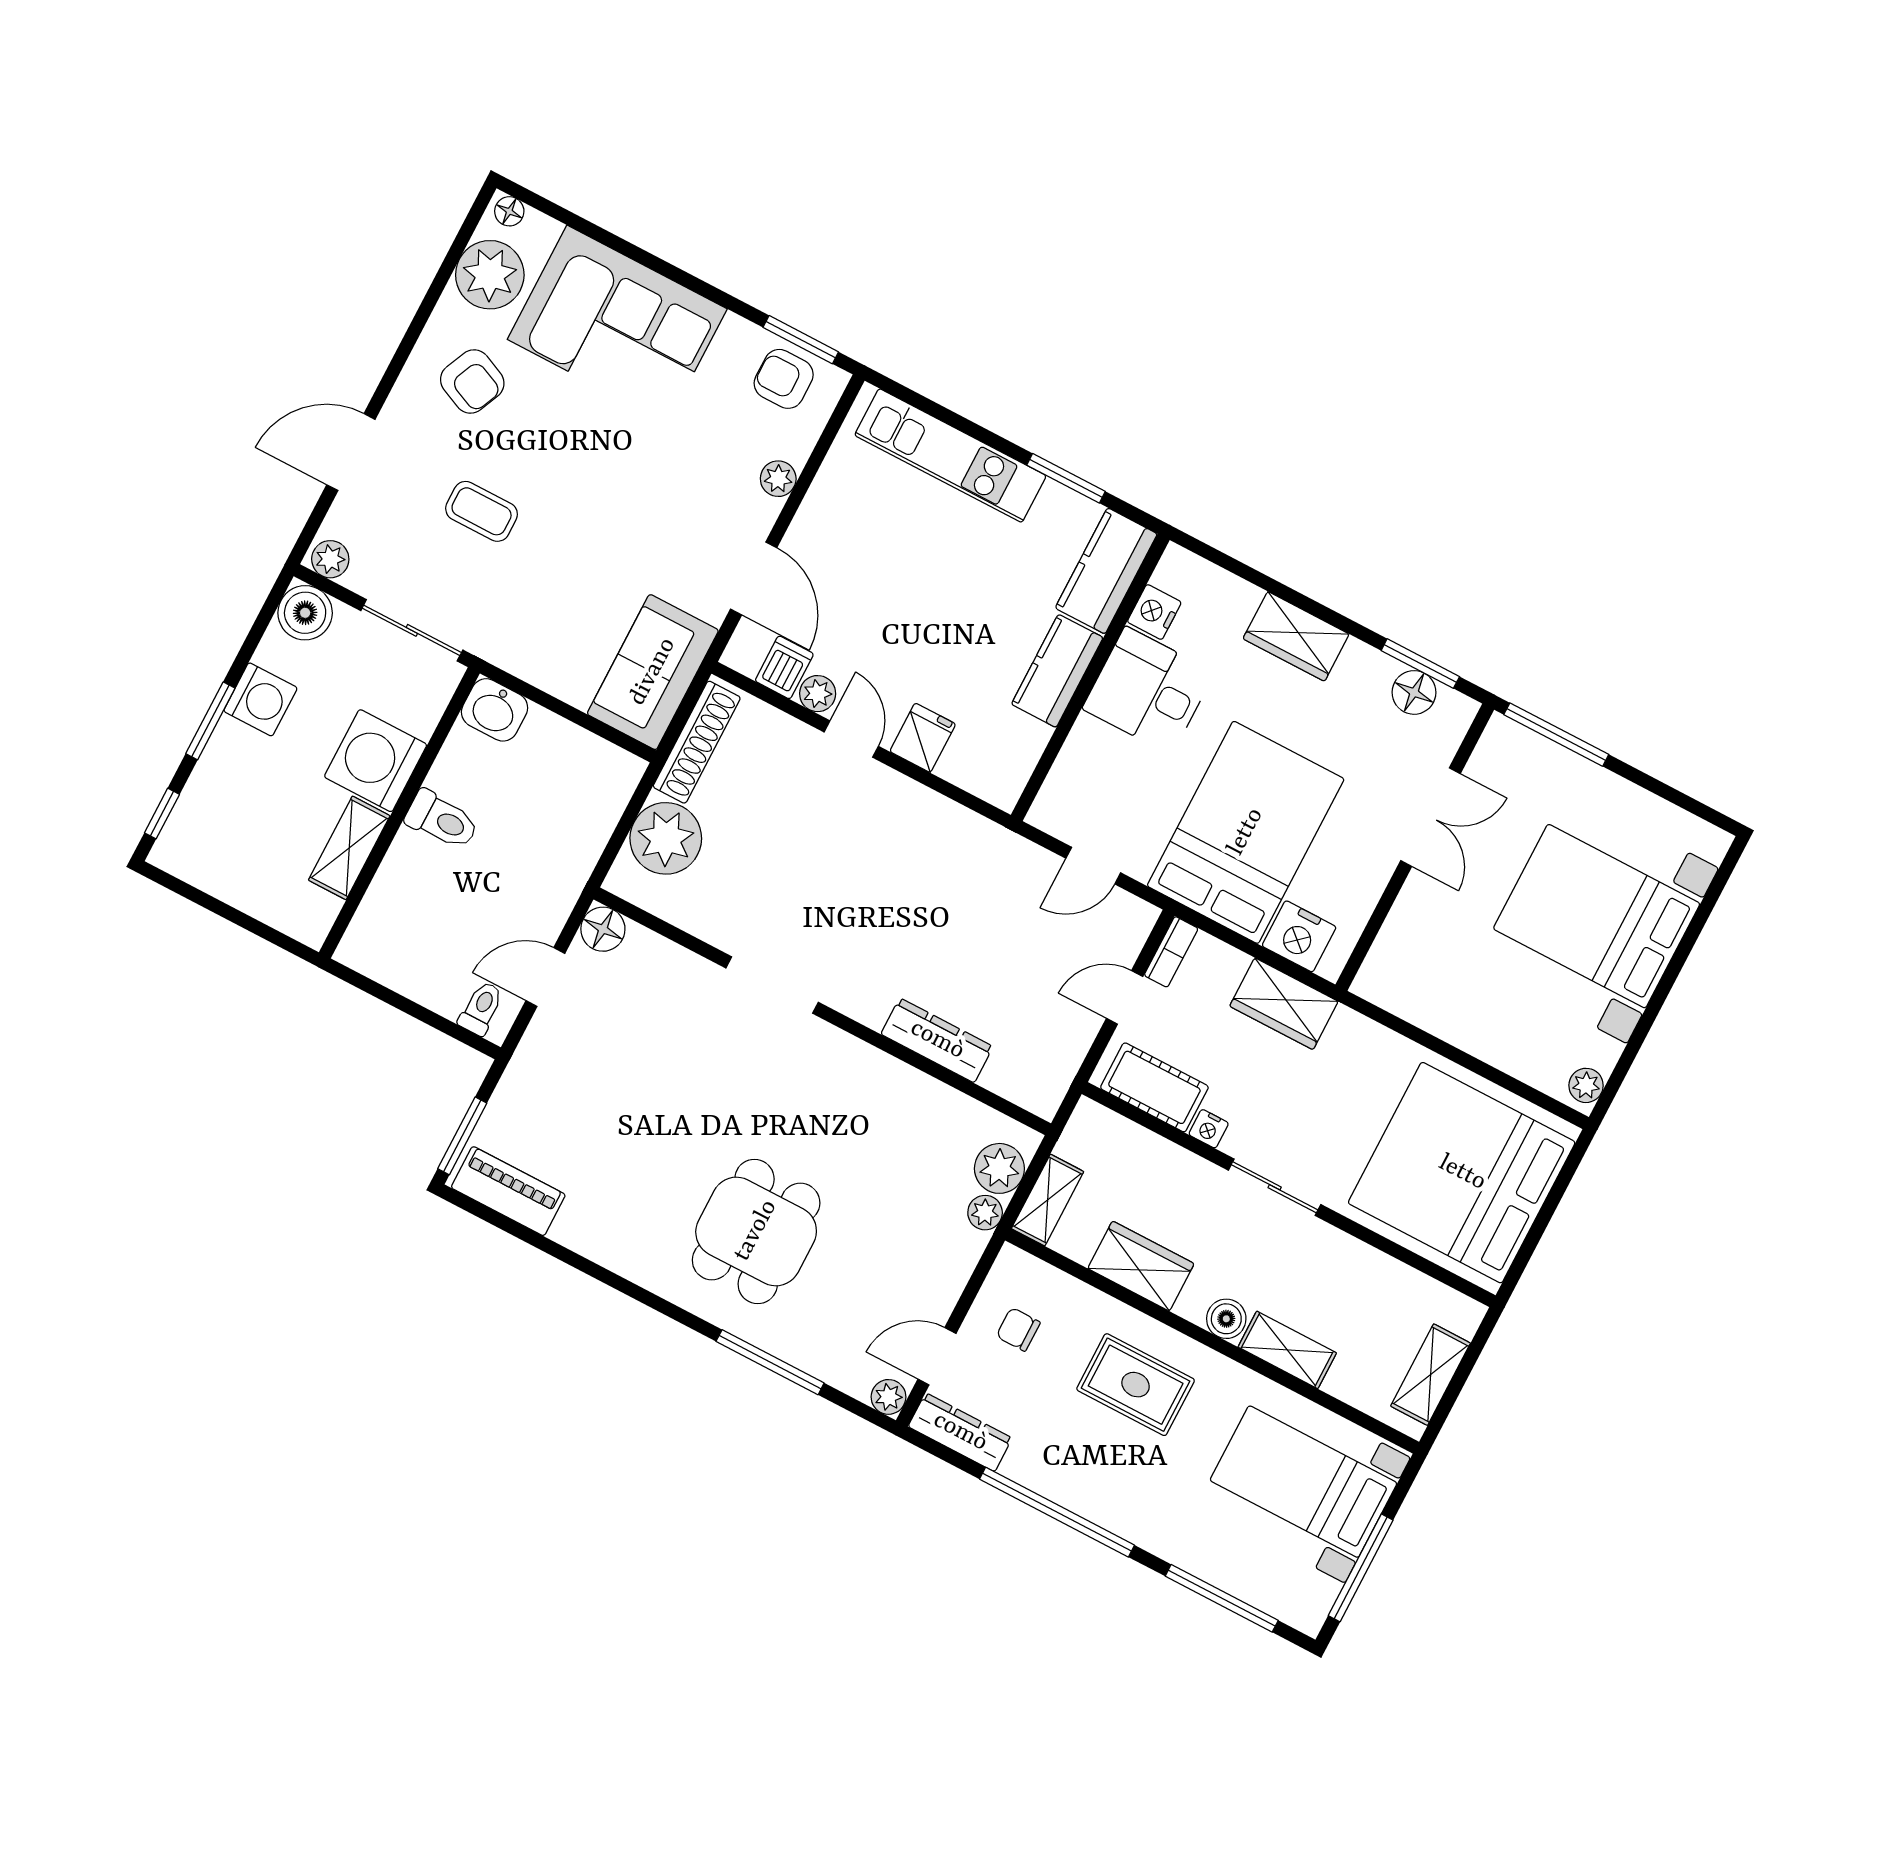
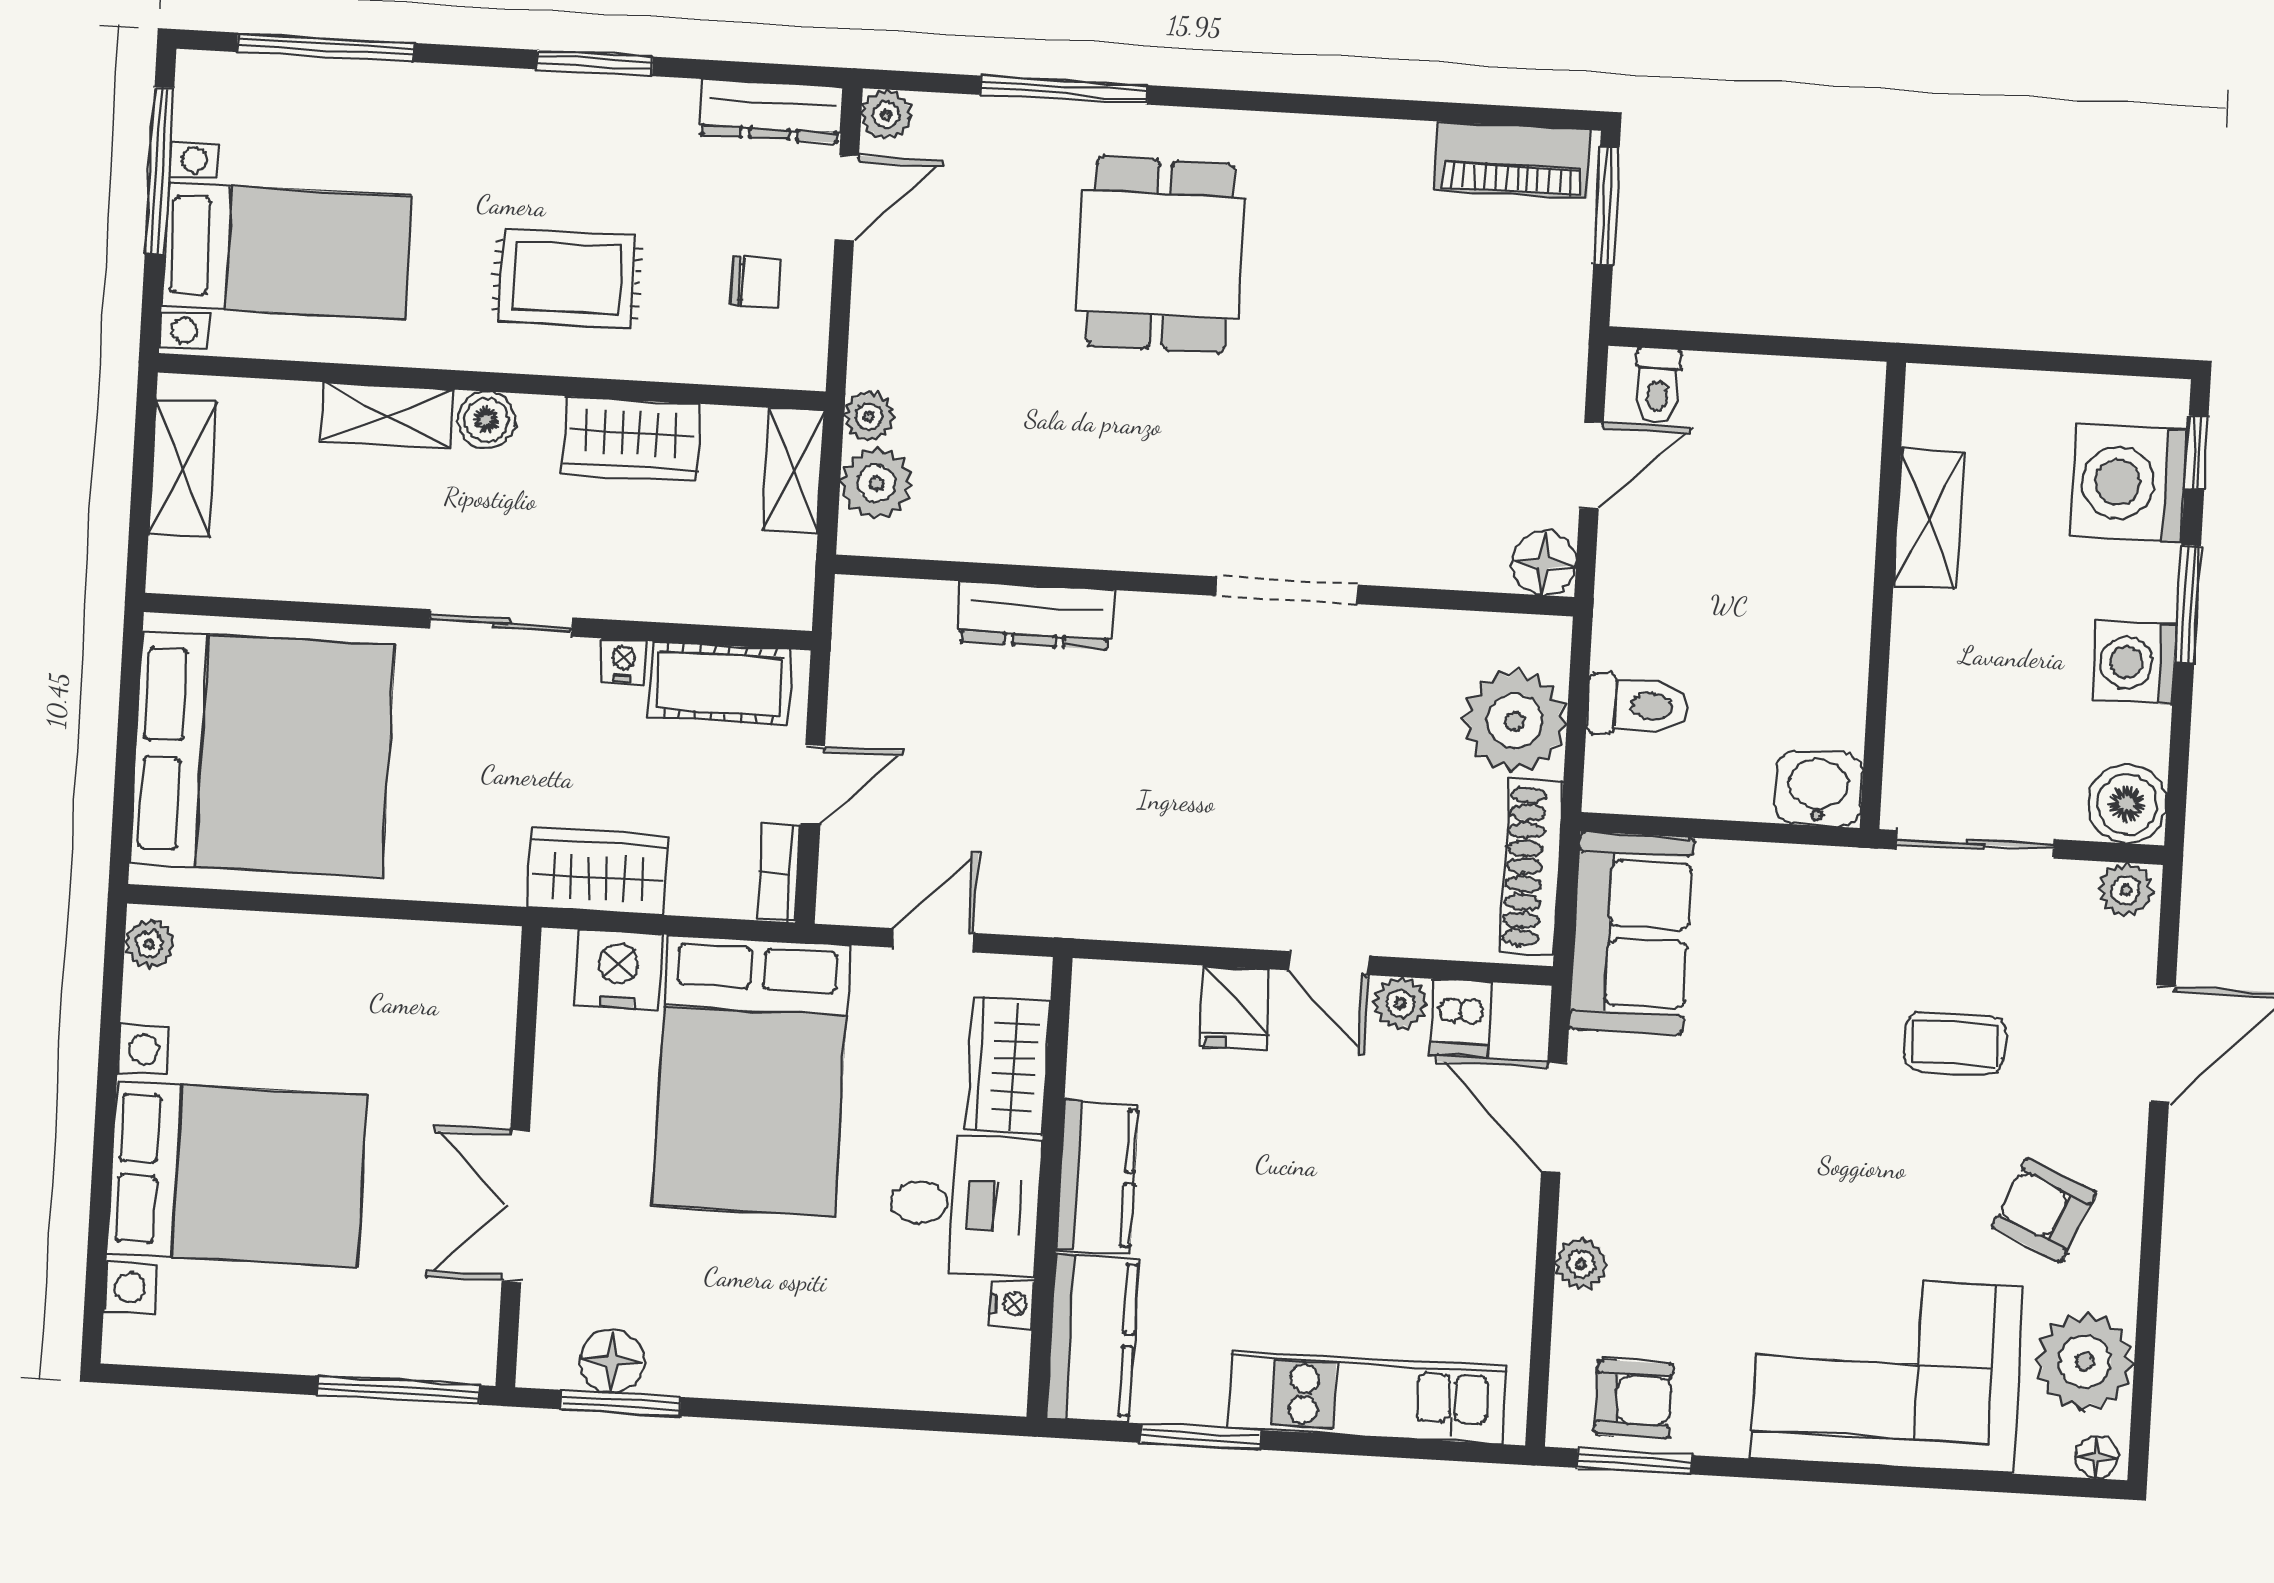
nightstand: (1154, 612) -> (1012, 1304), width x0.72, depth x0.74
wardrobe: (1296, 636) -> (1008, 1066), moved, turned -90
washing machine: (376, 761) -> (2129, 483), moved, turned 180
toilet: (442, 820) -> (1638, 705), moved, turned 180
window: (1057, 1512) -> (595, 63), width x0.47

